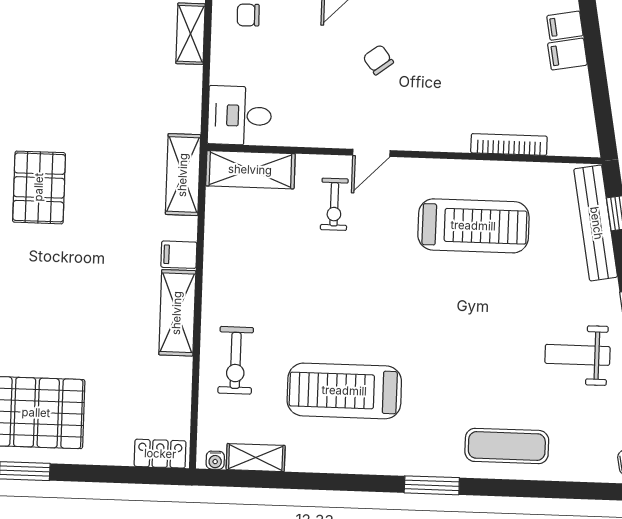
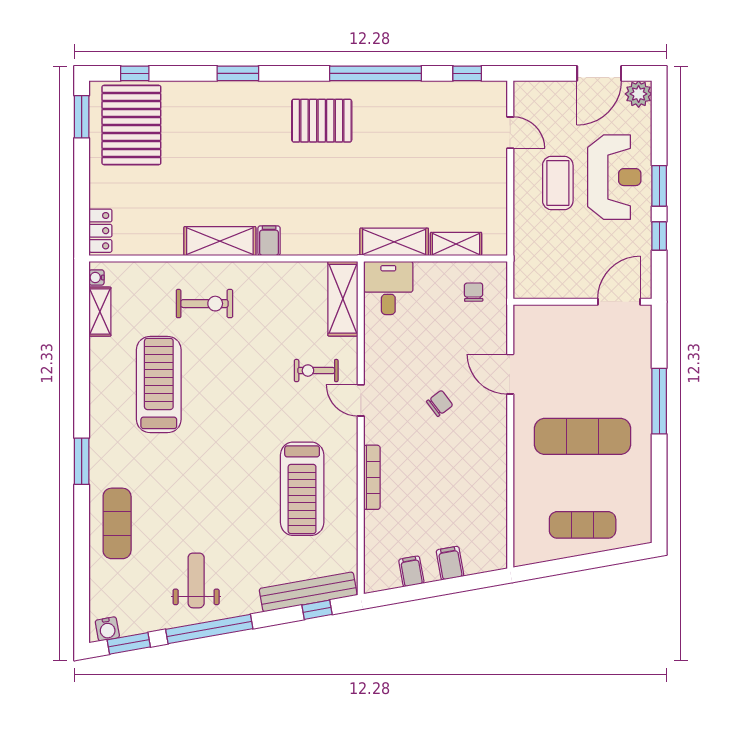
filing cabinet: (565, 26) -> (411, 571), moved
bookcase: (509, 144) -> (372, 477), moved
shelving: (183, 175) -> (394, 242), moved
exercise bike: (236, 360) -> (204, 304), moved, turned 180

